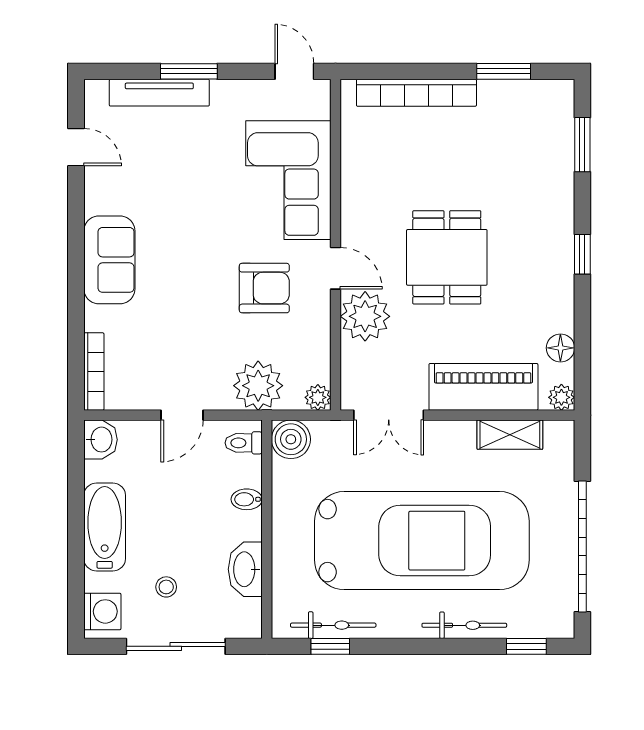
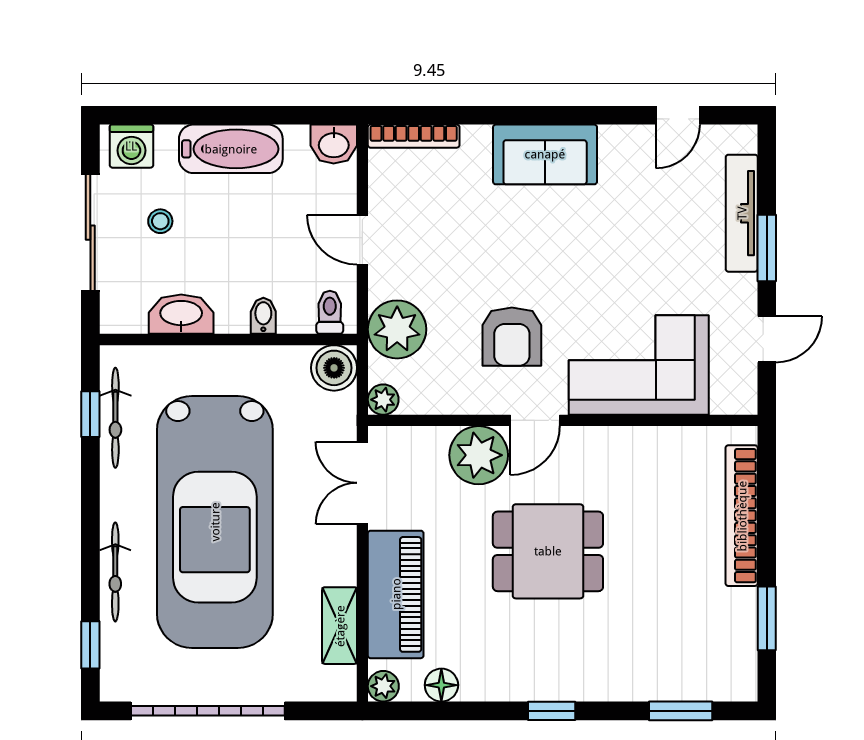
door: (294, 71) -> (767, 339), moved

